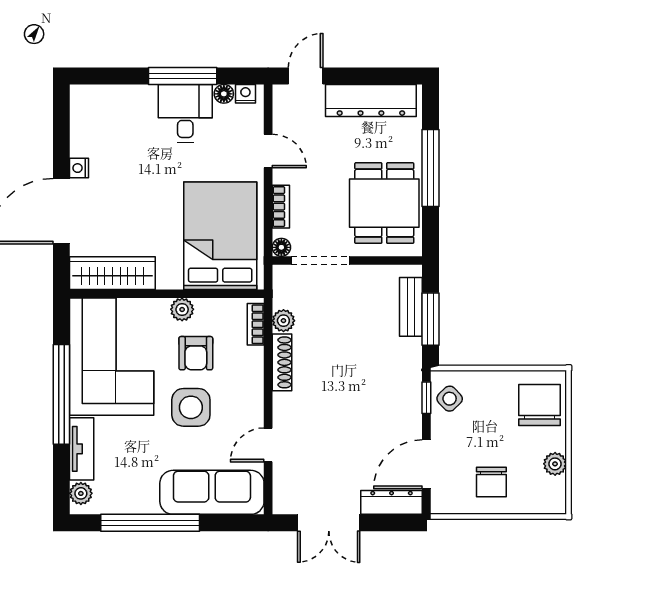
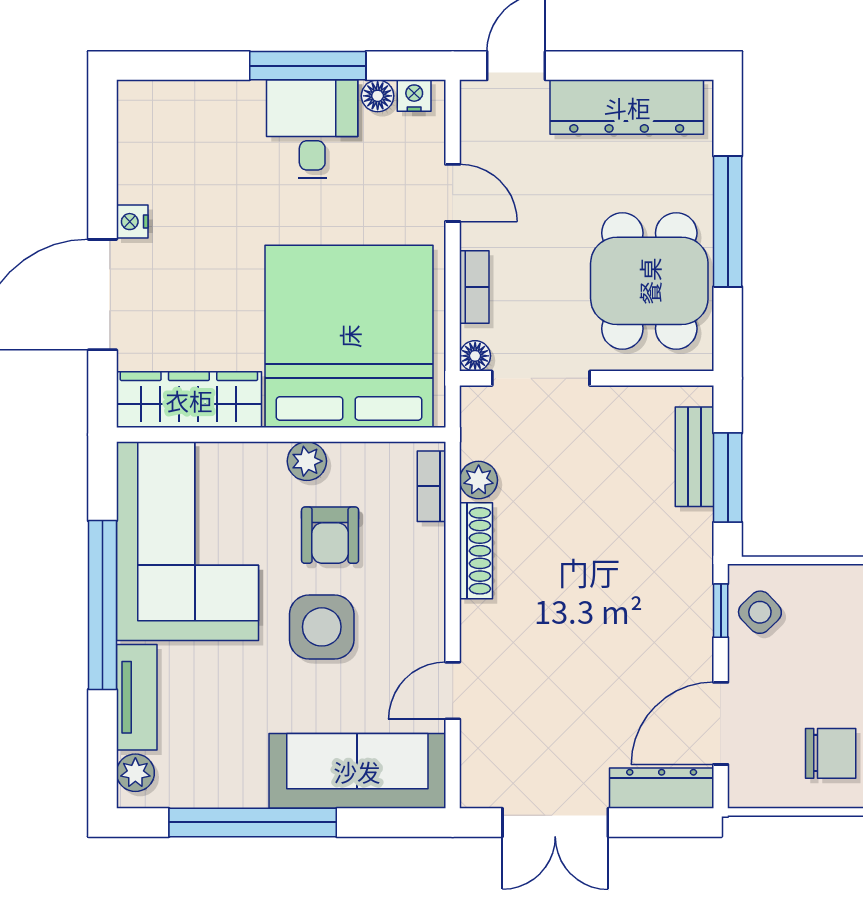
bed: (220, 236) -> (349, 336), width x1.36
chair: (491, 482) -> (831, 753), turned -90

